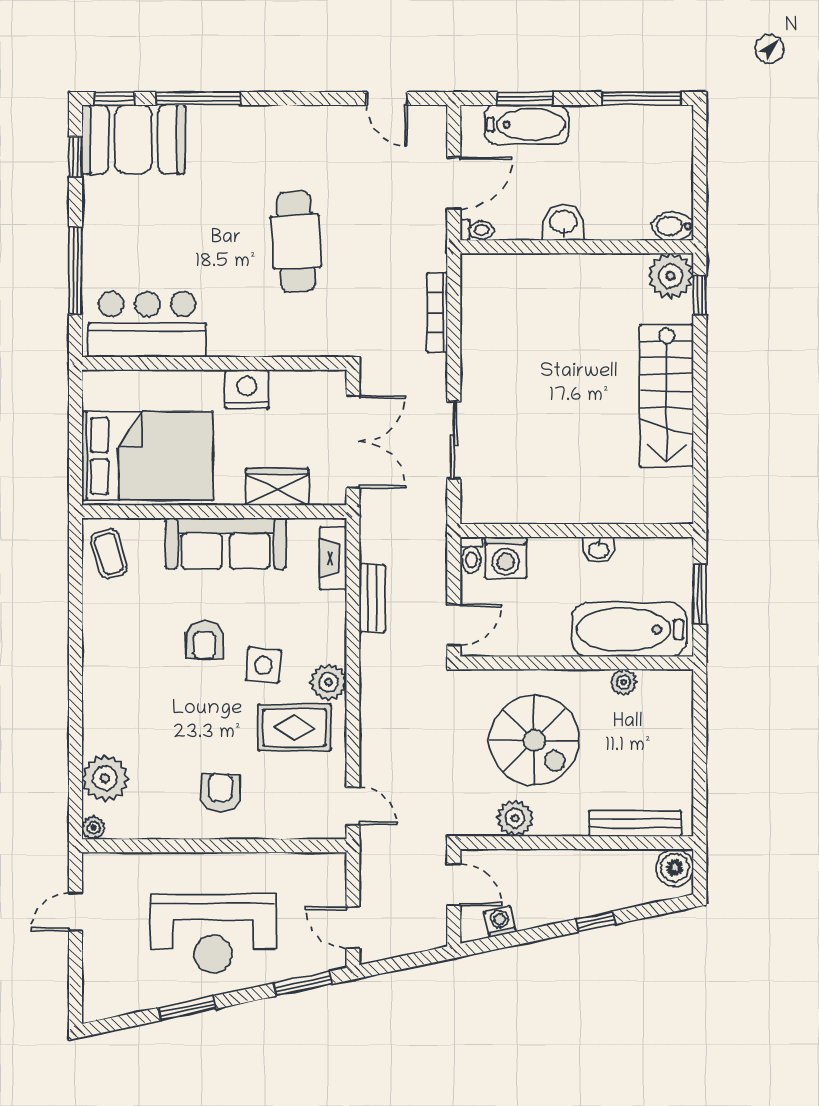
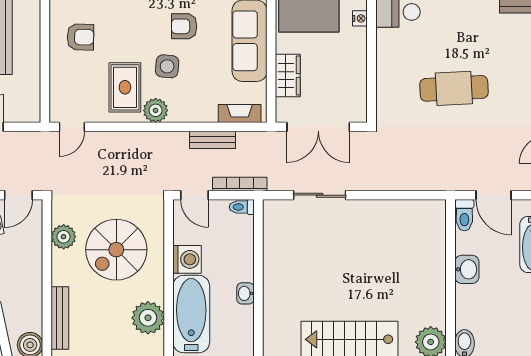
toilet: (477, 230) -> (464, 215), width x1.37, depth x1.39
bookcase: (437, 313) -> (240, 184), moved
nightstand: (247, 389) -> (360, 18), moved, width x0.53, depth x0.56
washing machine: (506, 558) -> (187, 259), moved, turned 180
plant: (624, 682) -> (148, 318), width x1.87, depth x1.87

